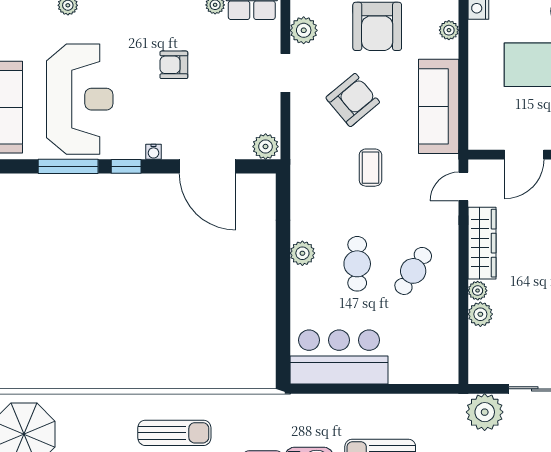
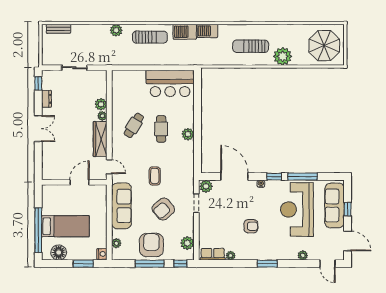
doorway: (285, 73) -> (196, 203), moved
door: (463, 186) -> (109, 167), hinge flipped
plant: (485, 412) -> (283, 56), moved

